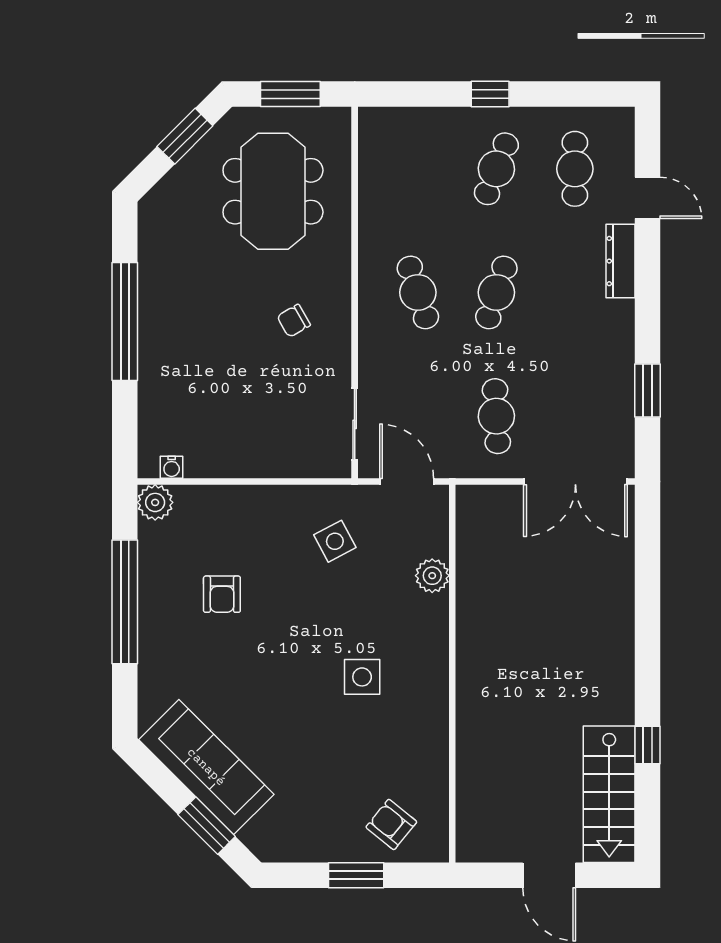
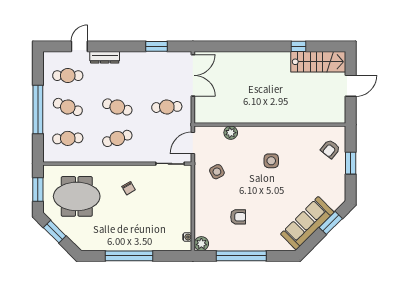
window: (490, 94) -> (38, 109), width x3.17
cafe table: (418, 169) -> (68, 138), added

